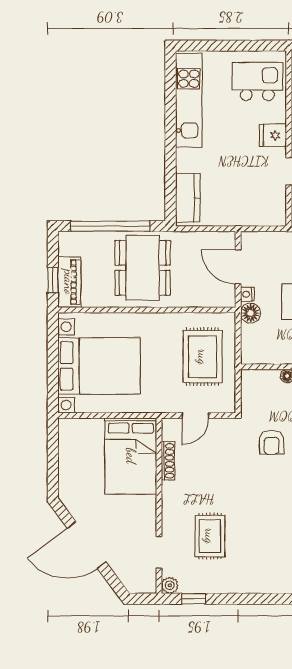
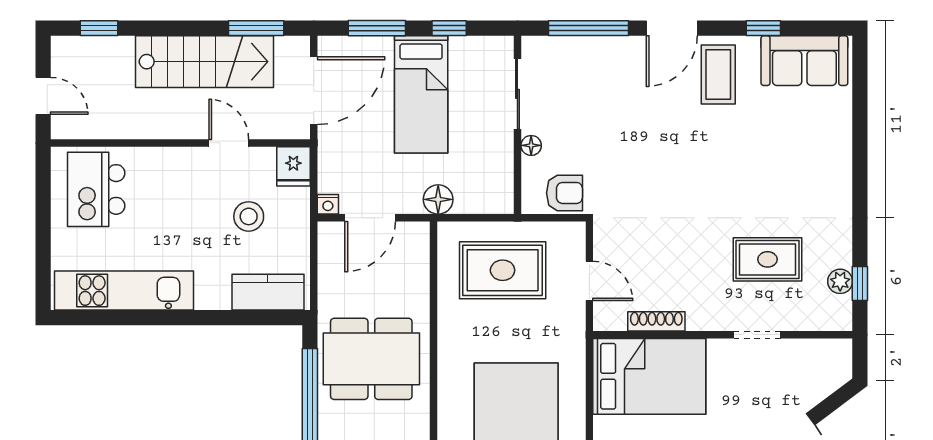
fridge: (273, 135) -> (293, 166), moved
stool: (239, 185) -> (249, 216), added
nightstand: (247, 294) -> (328, 204), moved
armchair: (272, 442) -> (564, 193), moved
doorway: (159, 552) -> (757, 335), moved
plant: (170, 585) -> (840, 281), moved

